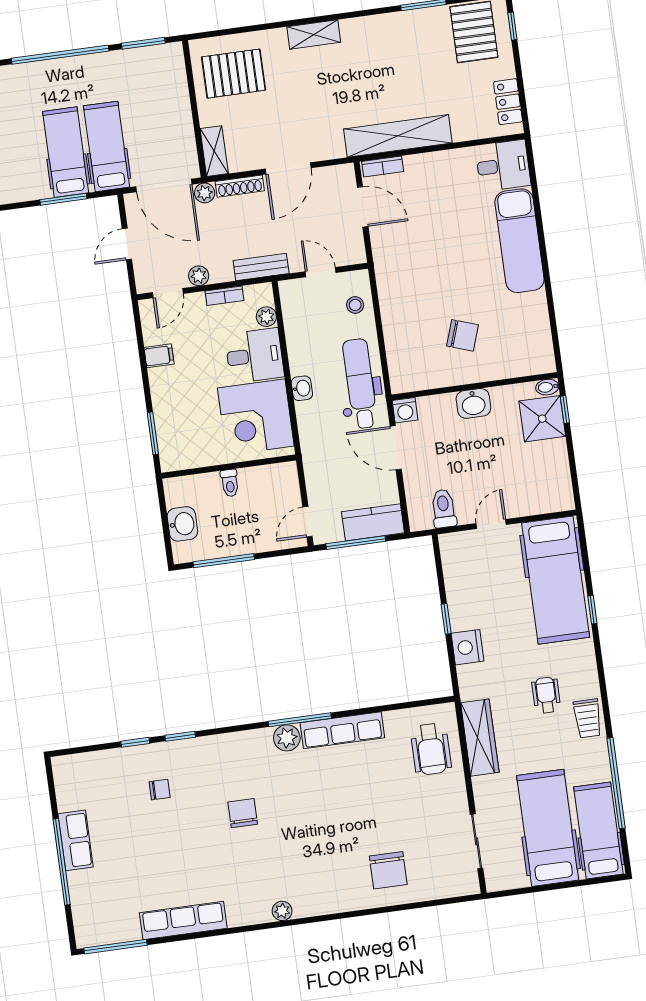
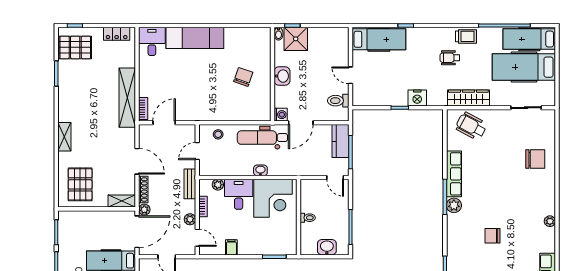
hospital bed: (556, 580) -> (379, 39), width x0.73, depth x0.78
wheelchair: (431, 749) -> (471, 126), turned -152

